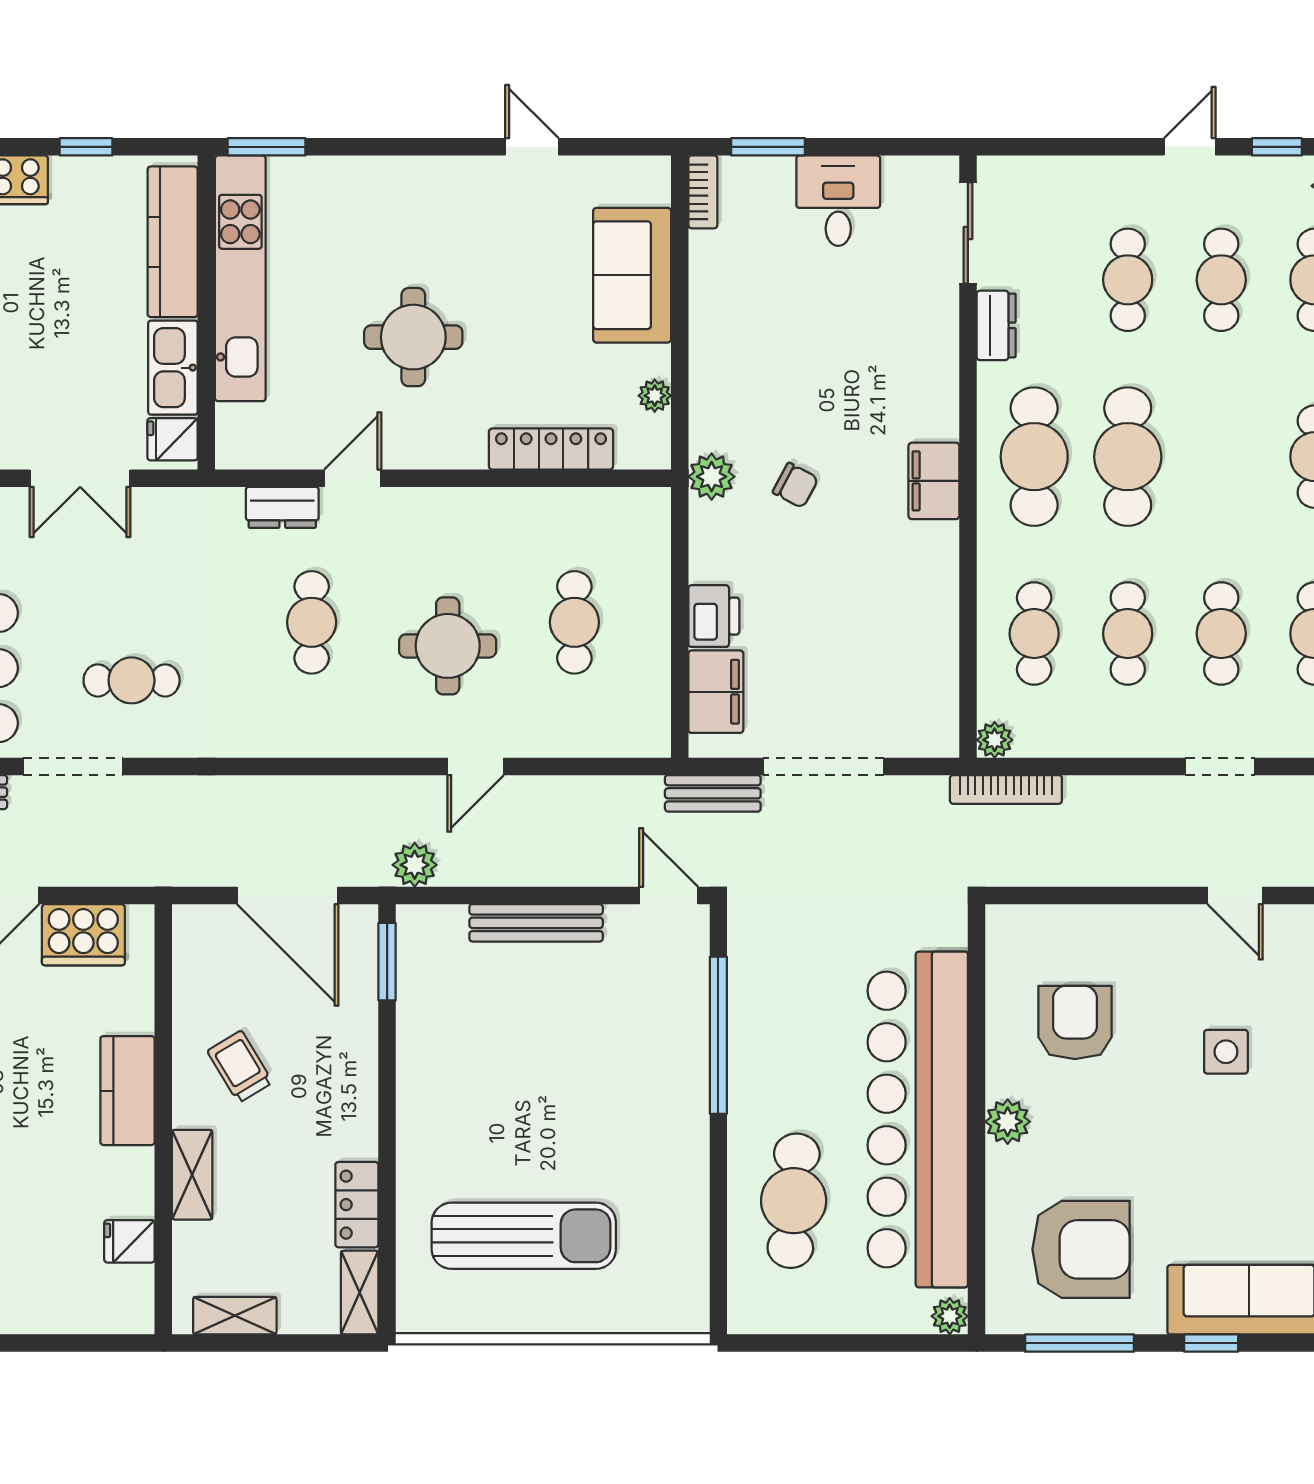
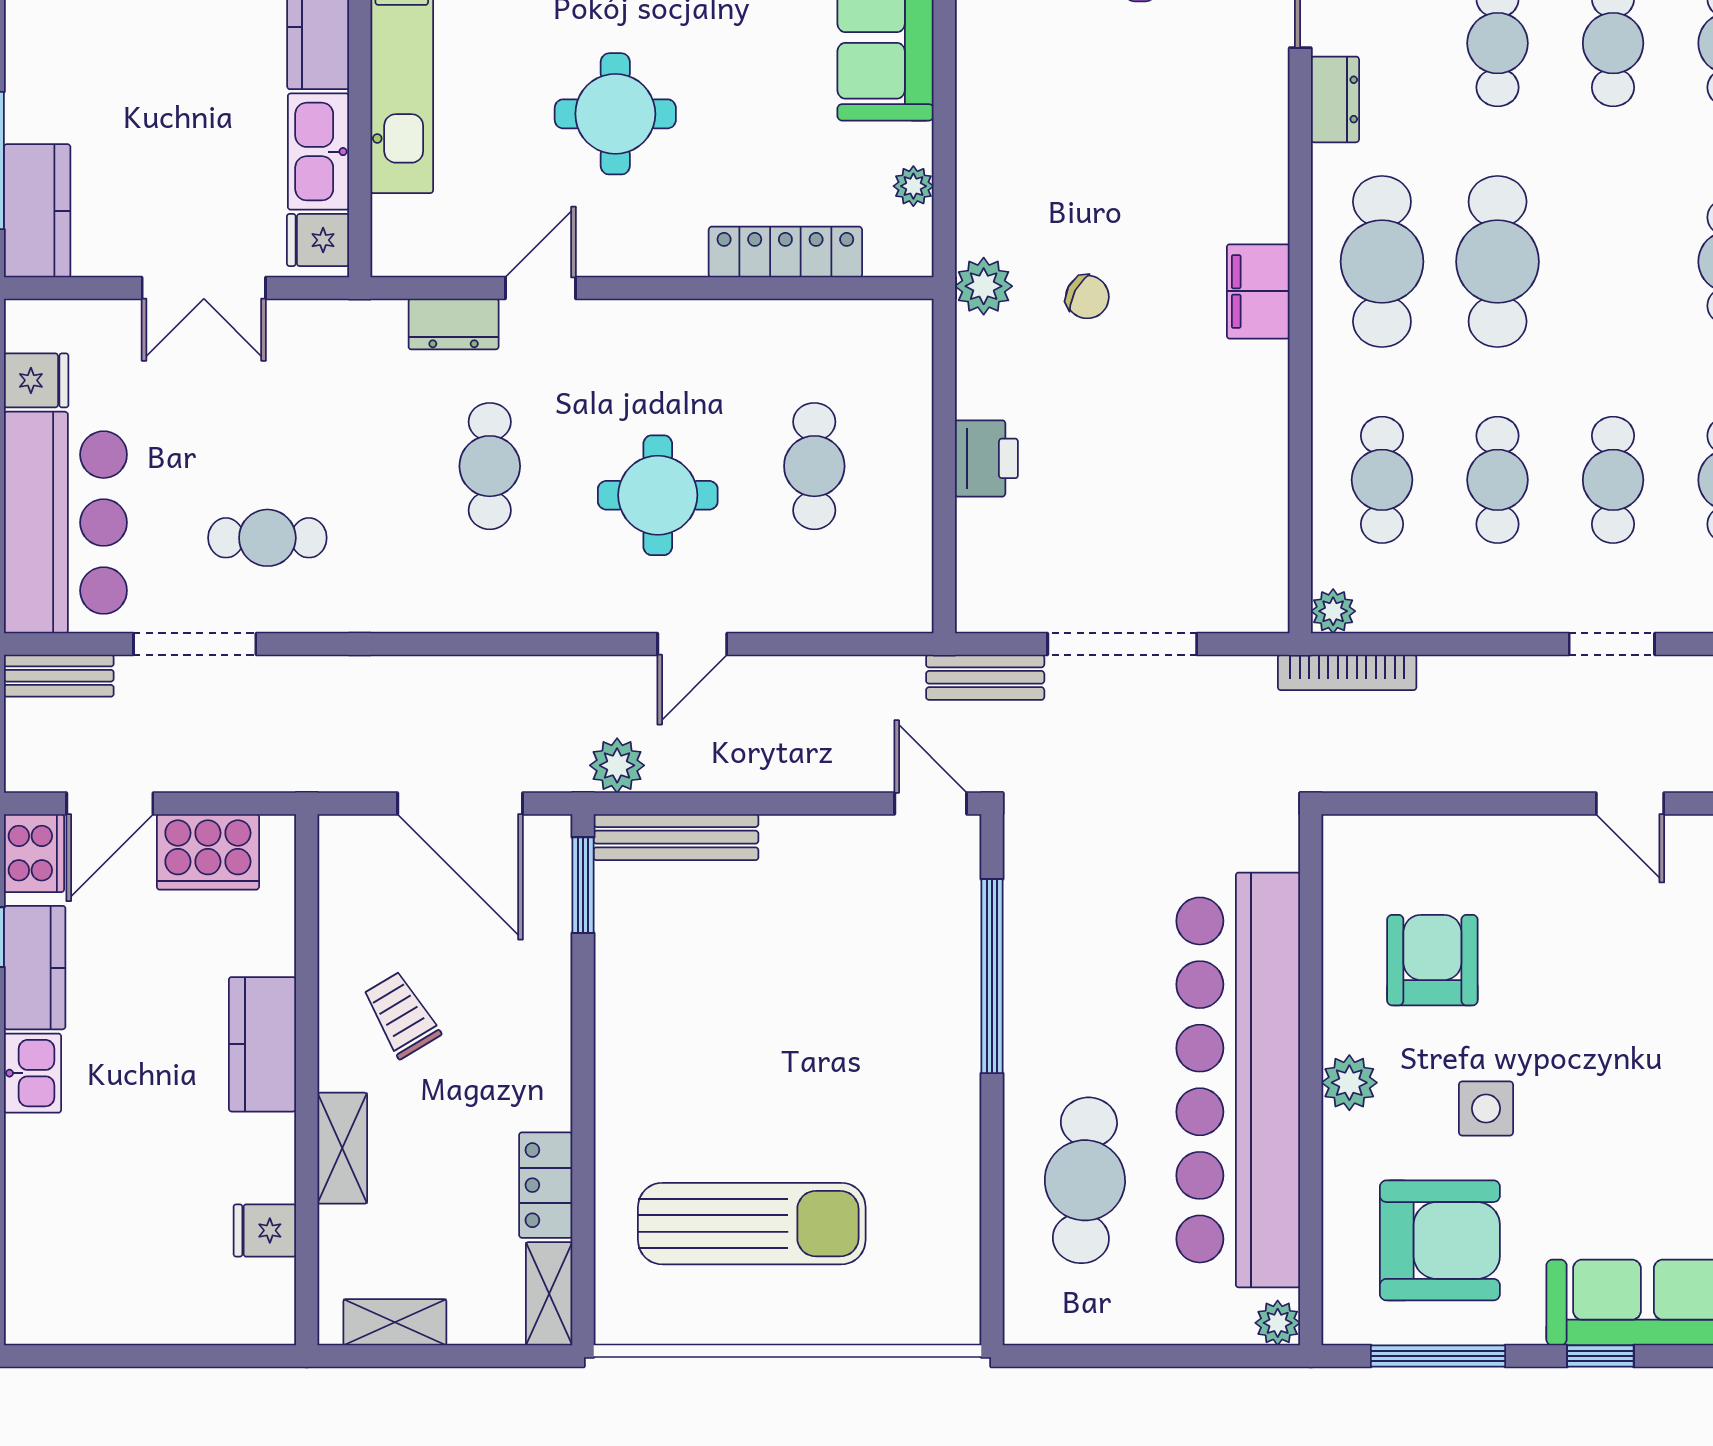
filing cabinet: (716, 692) -> (989, 552), removed
bench: (536, 923) -> (676, 837), moved
side table: (1226, 1052) -> (1486, 1108), moved

